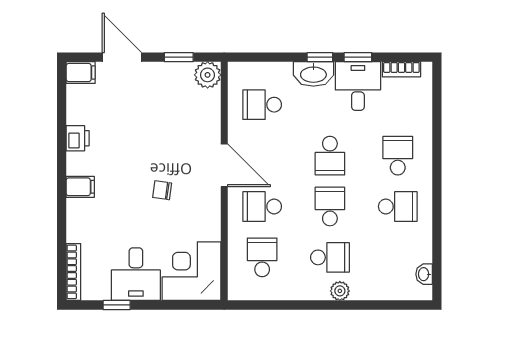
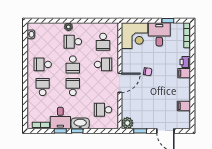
filing cabinet: (81, 73) -> (184, 106), moved
school desk: (262, 105) -> (103, 110), turned 180
printer: (78, 138) -> (185, 62), moved
school desk: (398, 156) -> (43, 87), turned 180
door: (224, 165) -> (120, 83), swing flipped

